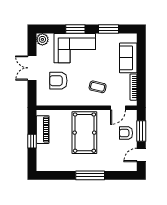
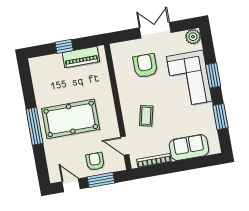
pool table: (84, 133) -> (71, 119), moved

